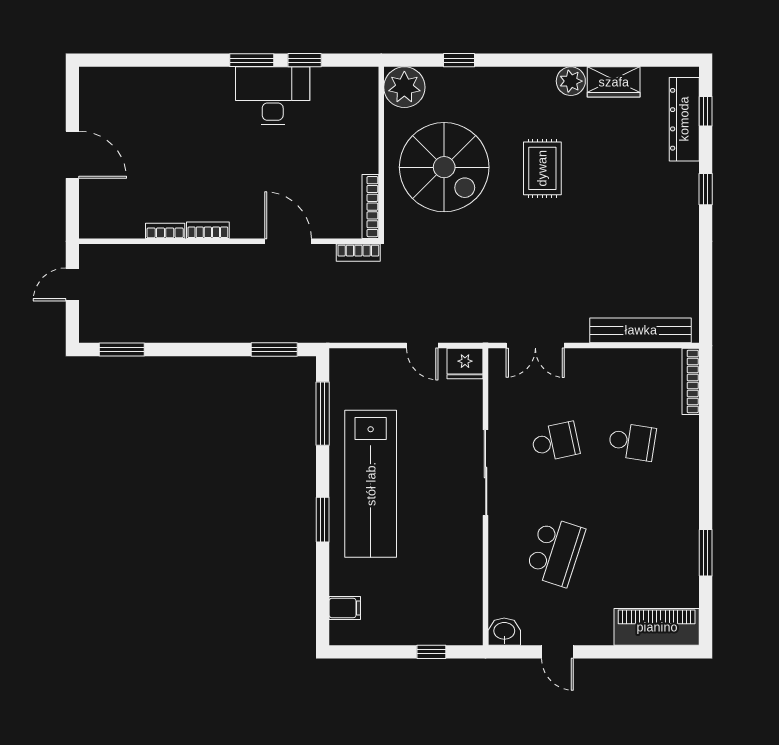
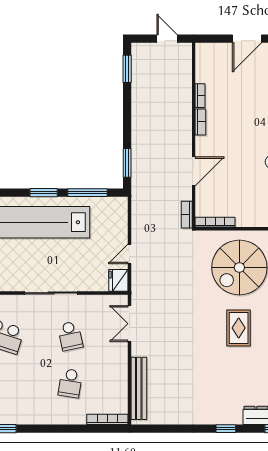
rug: (542, 168) -> (239, 328), turned 90
window: (323, 520) -> (44, 193), moved

